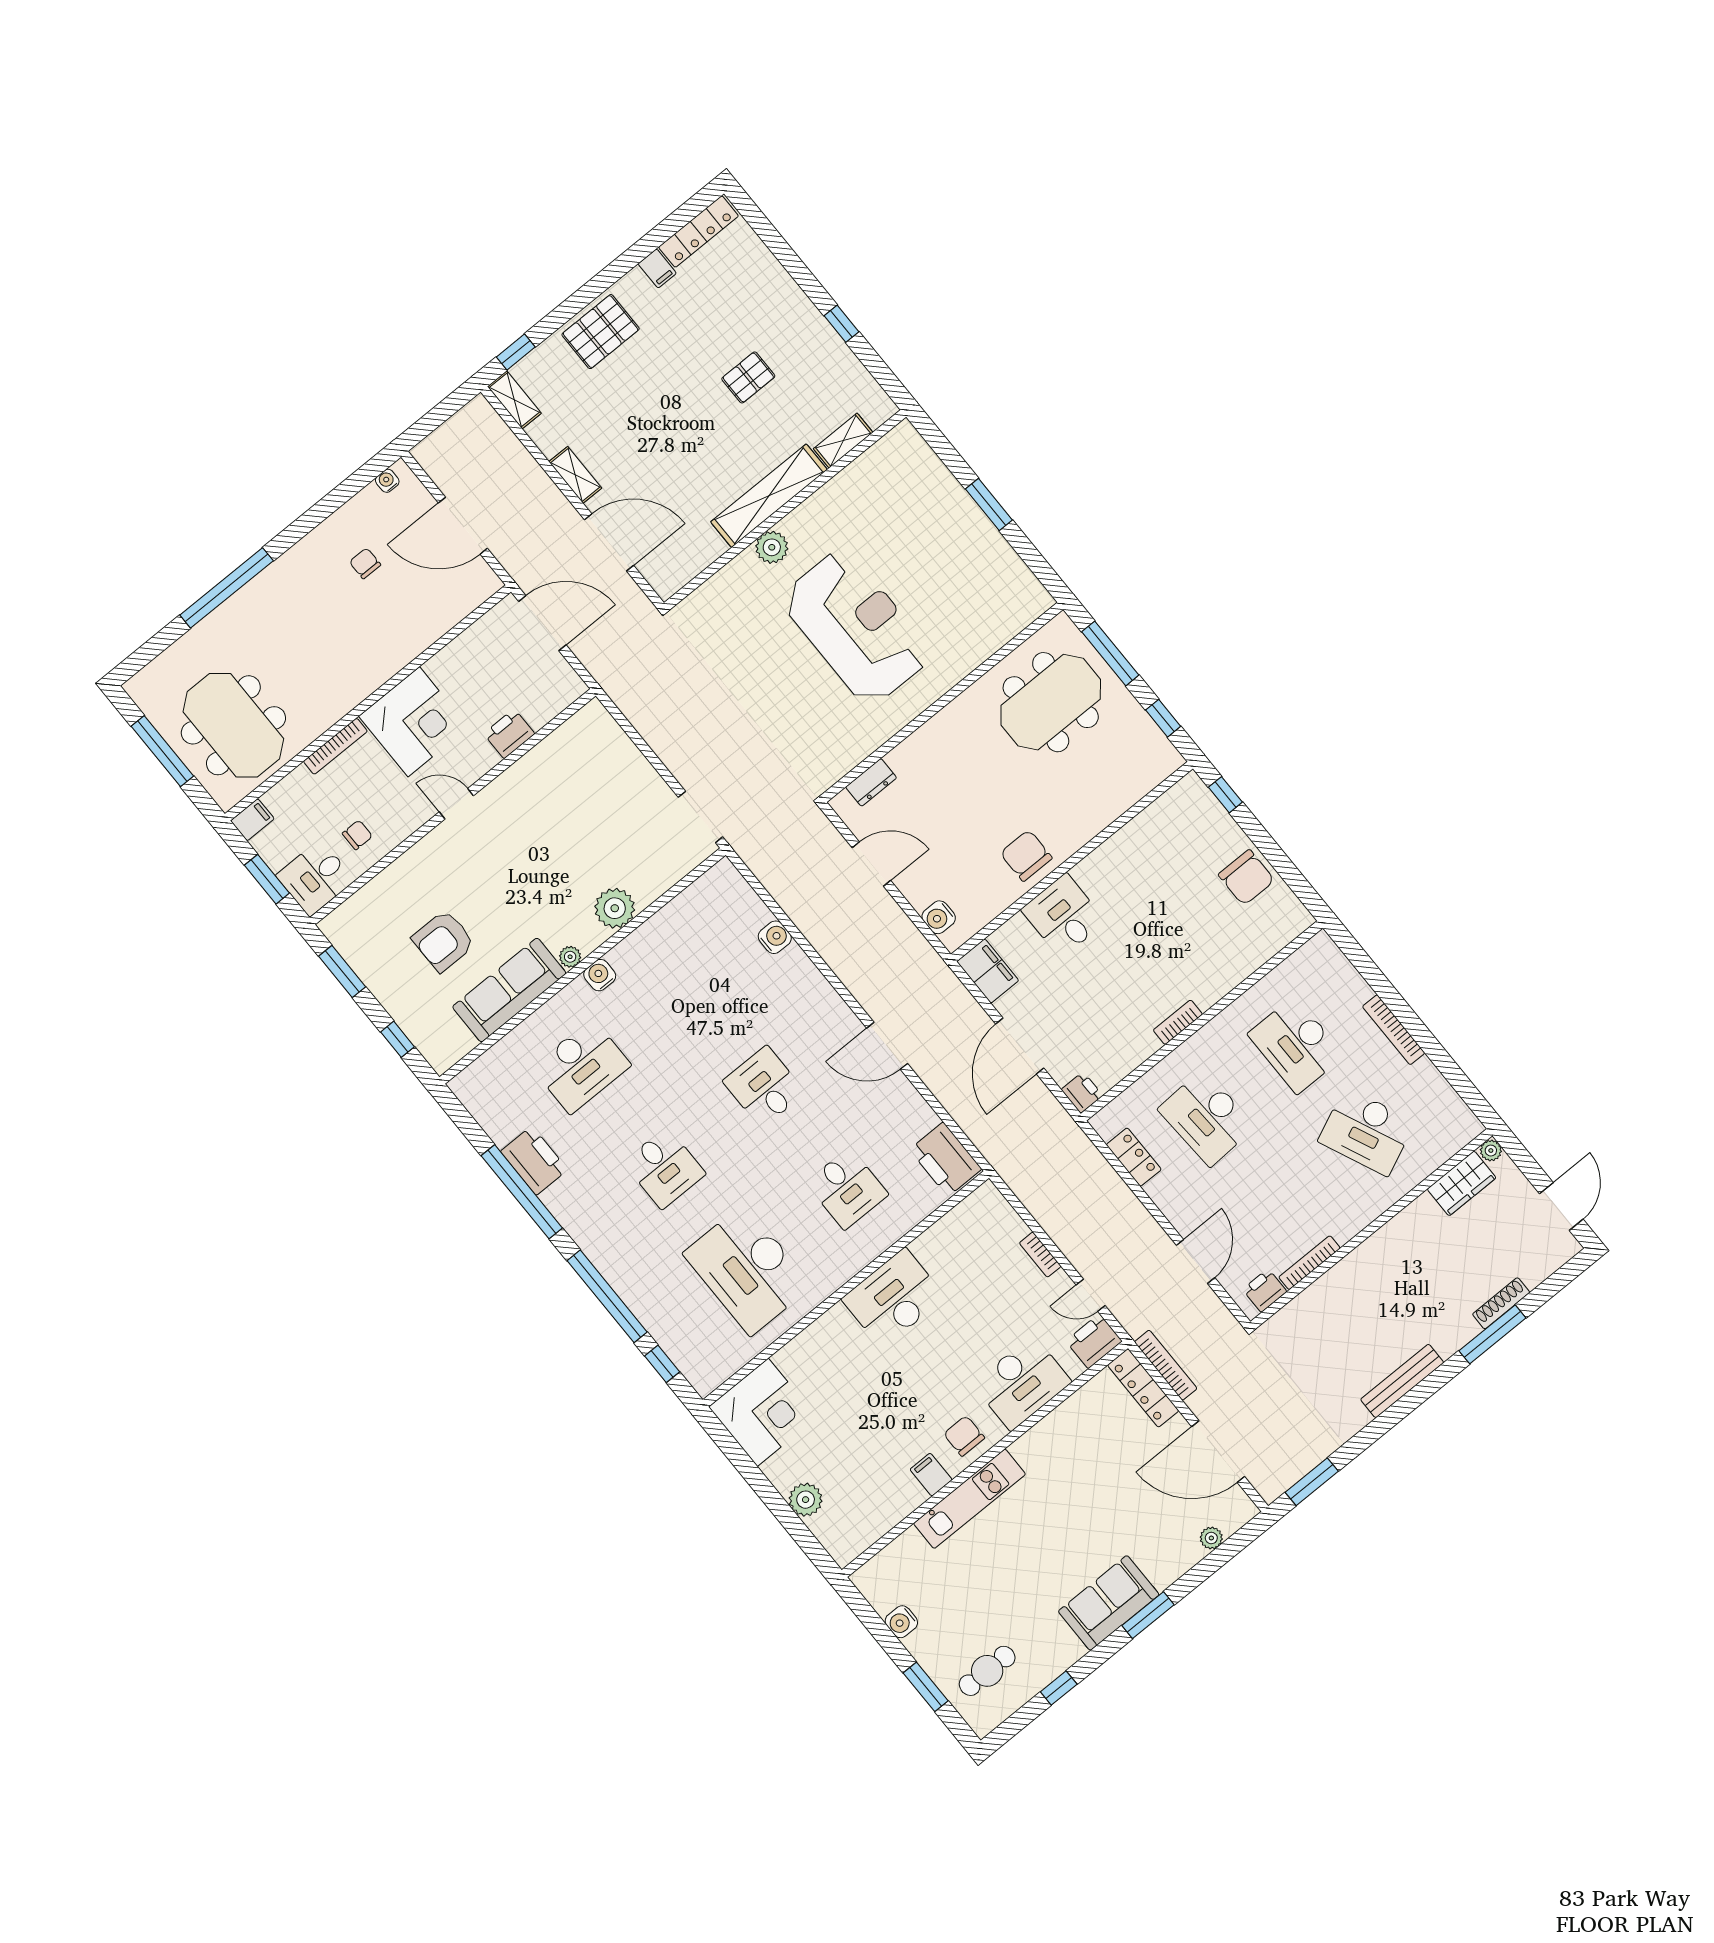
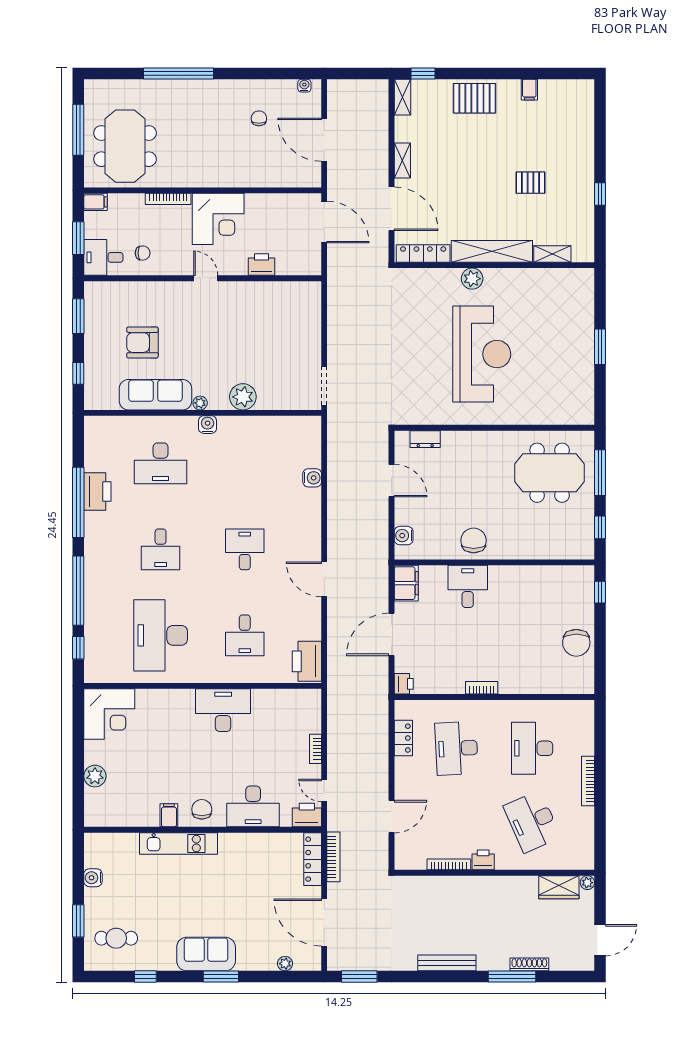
locker: (698, 232) -> (423, 253), moved, turned 180
printer: (1265, 1290) -> (483, 860), moved

